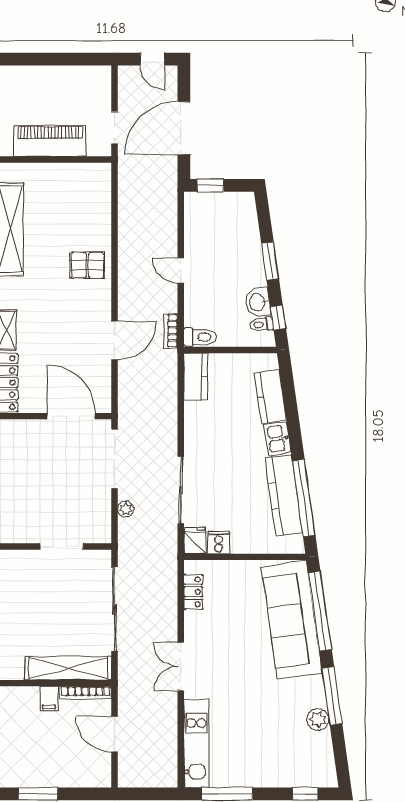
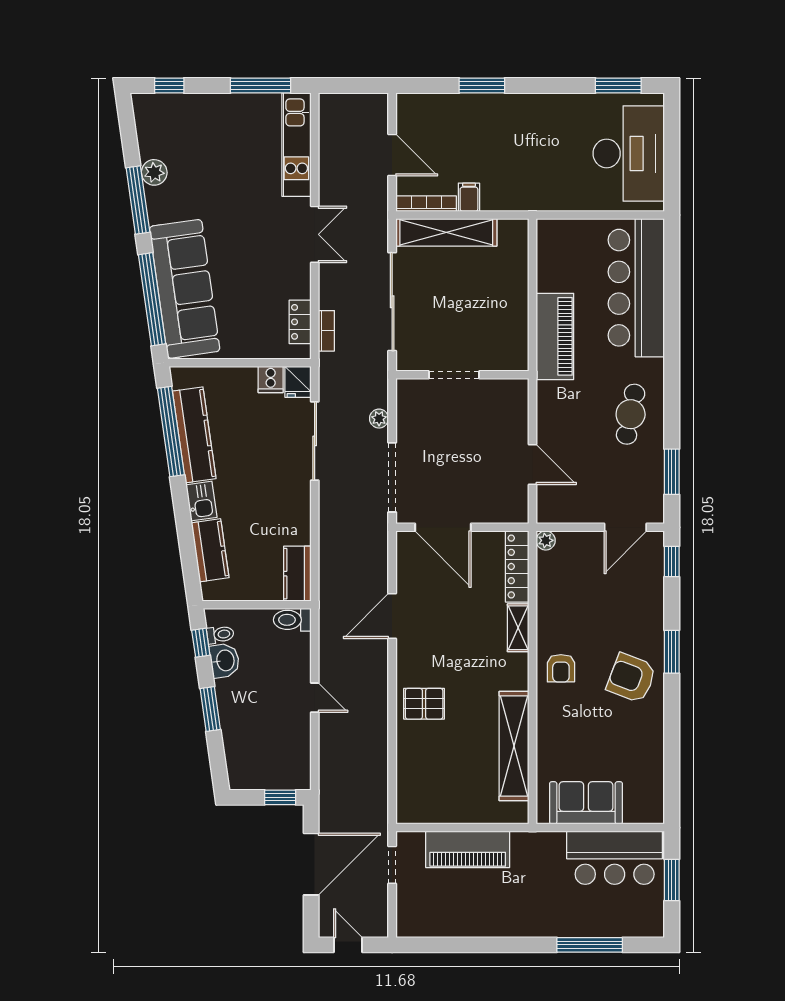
bookcase: (171, 331) -> (326, 331), moved

